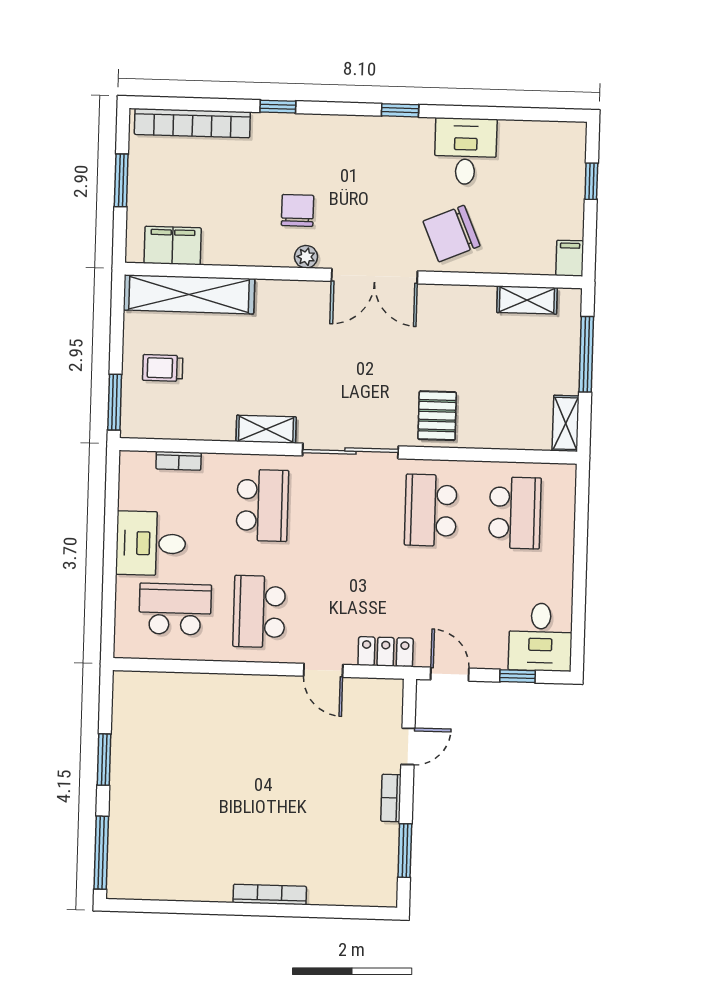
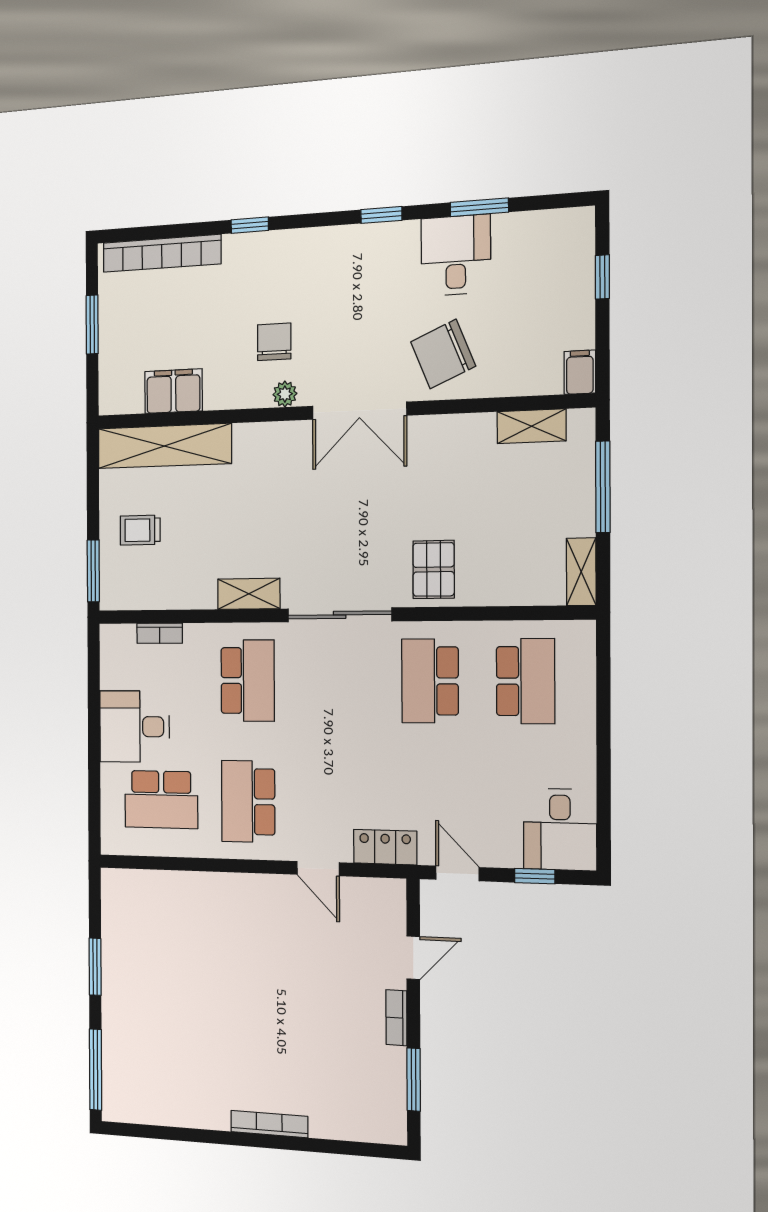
window: (488, 113) -> (479, 207), added
filing cabinet: (173, 246) -> (173, 391), moved
school desk: (175, 609) -> (161, 799), turned 180

